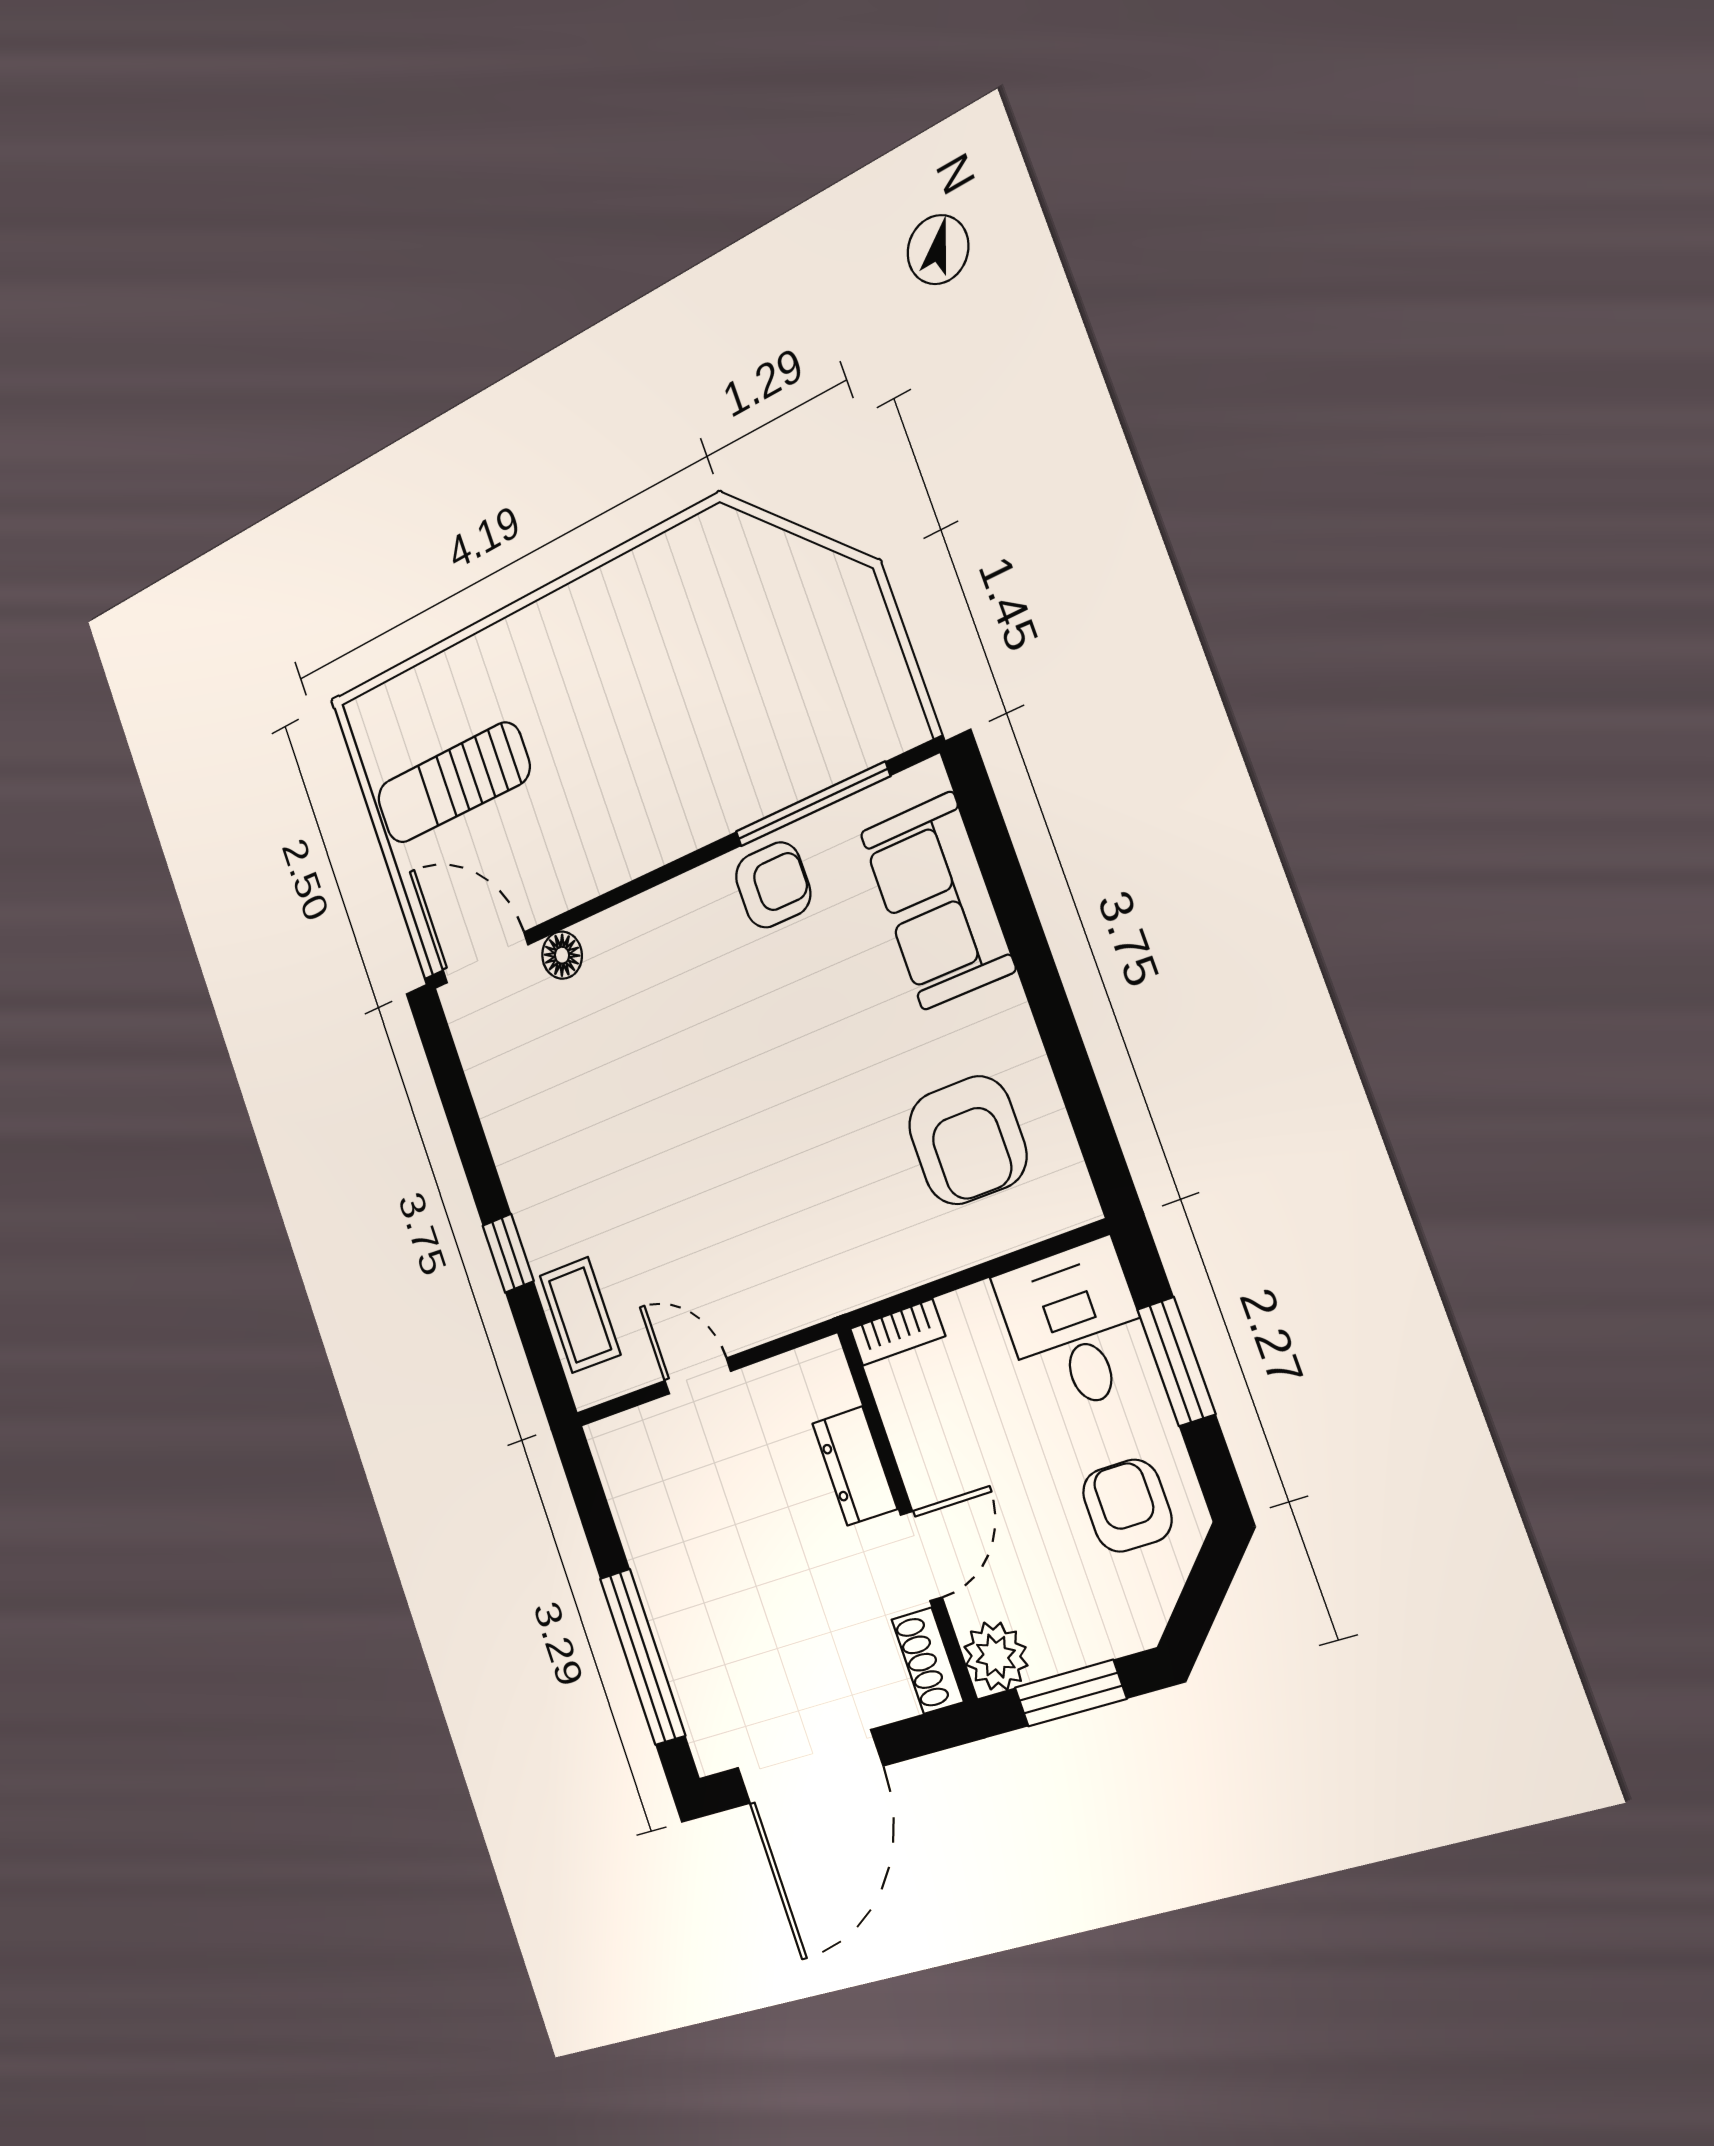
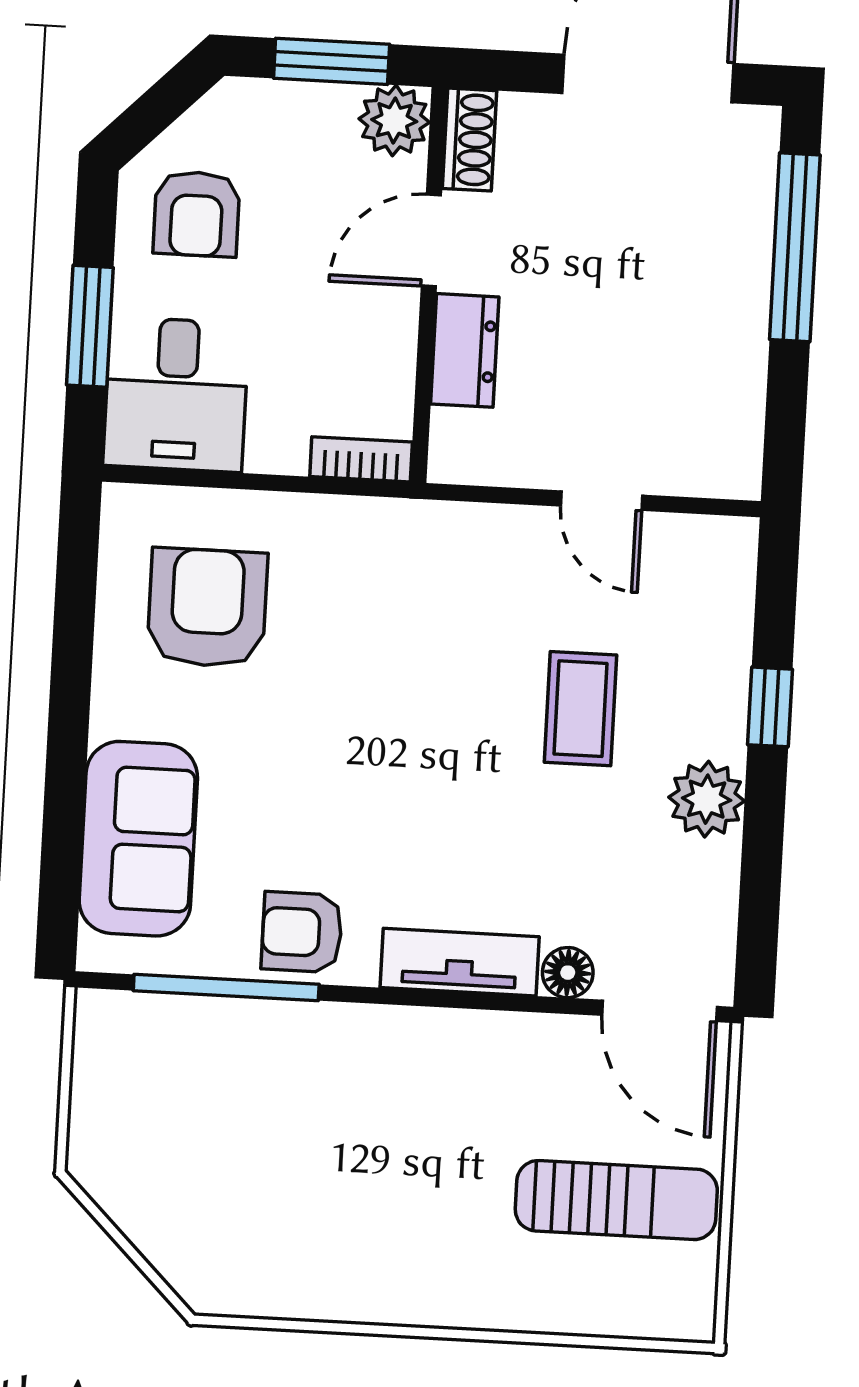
tv unit: (644, 922) -> (460, 962), added
plant: (522, 1153) -> (707, 799), added
coffee table: (580, 1315) -> (580, 709), moved

